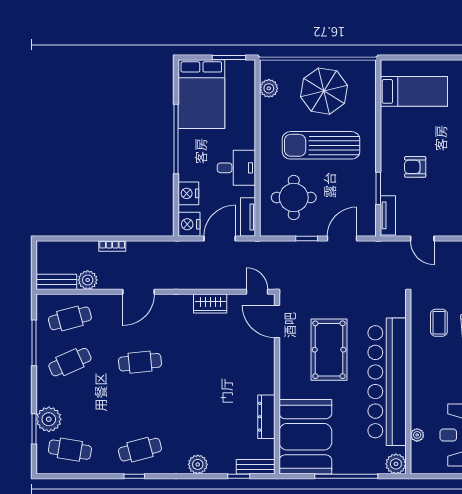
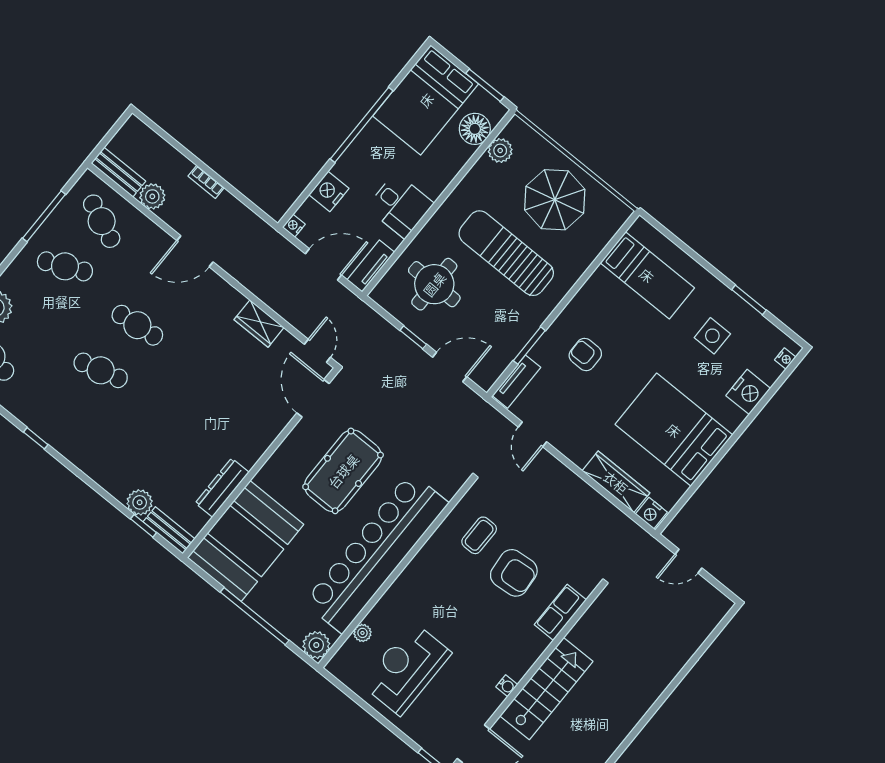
floor lamp: (244, 88) -> (475, 129), added
nightstand: (189, 224) -> (294, 226), width x0.53, depth x0.56
cafe table: (70, 318) -> (102, 221), turned 39
cafe table: (140, 450) -> (101, 370), moved
plant: (198, 464) -> (140, 502), moved

